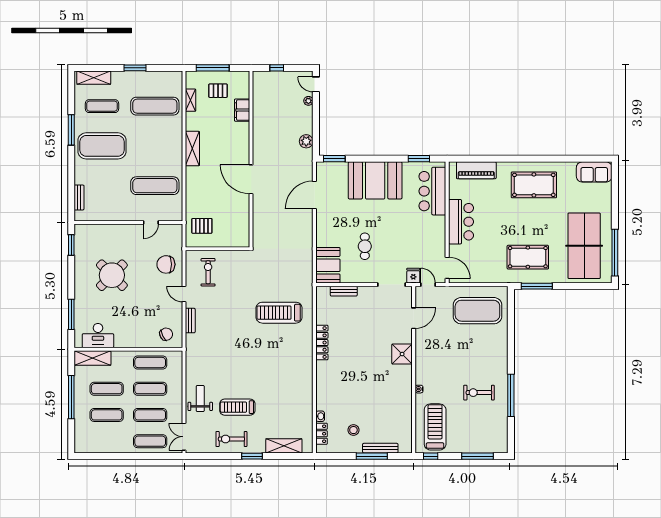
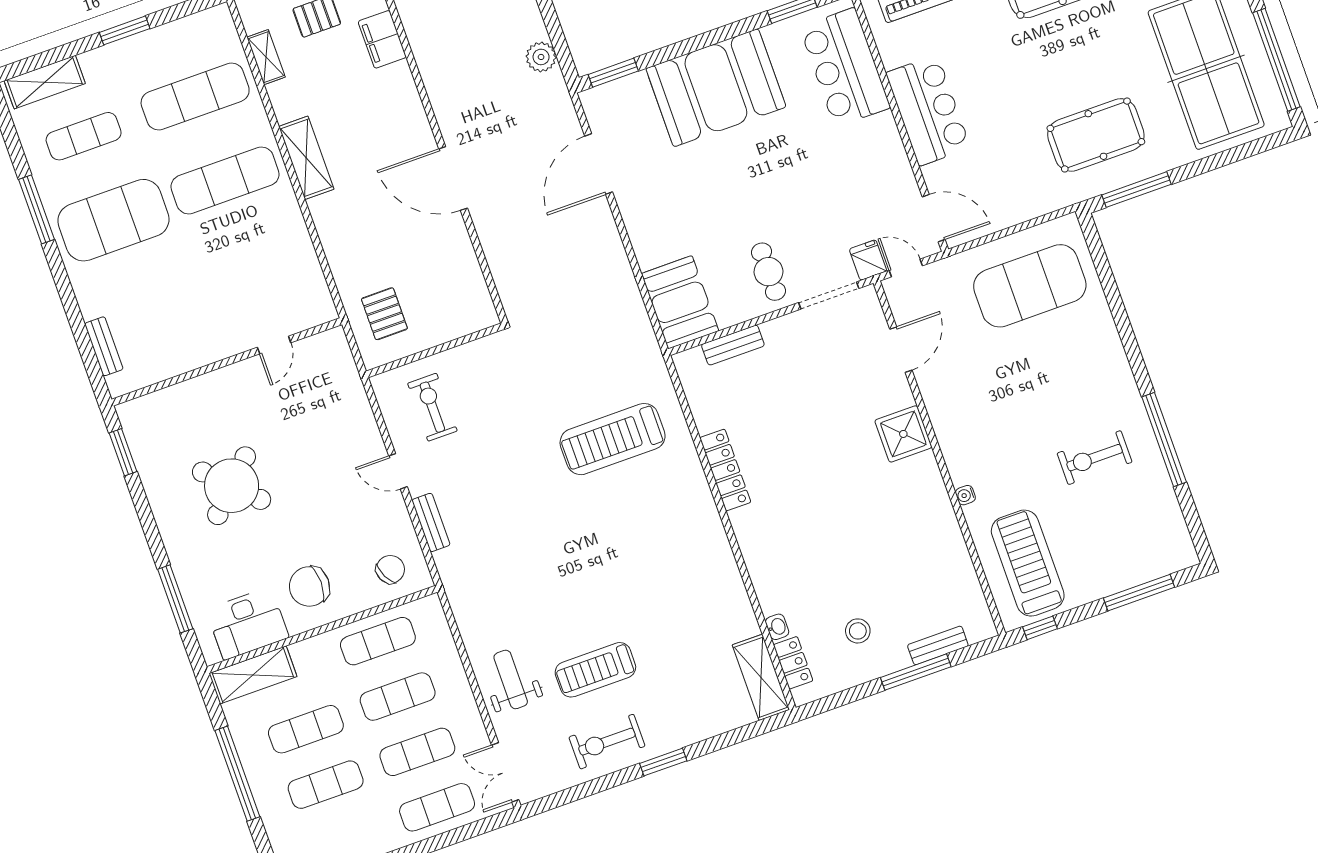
exercise mat: (155, 186) -> (225, 180), moved
pallet: (202, 226) -> (384, 314), turned 90
cafe table: (365, 246) -> (768, 272), moved
chair: (166, 264) -> (309, 586), moved
shelving: (284, 446) -> (761, 677), moved, turned 90
bench: (380, 448) -> (938, 645), width x0.73

